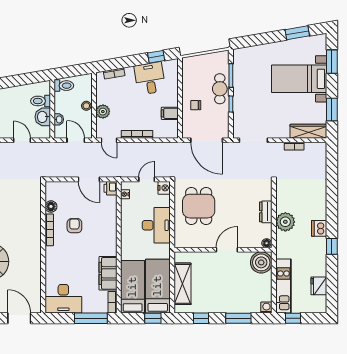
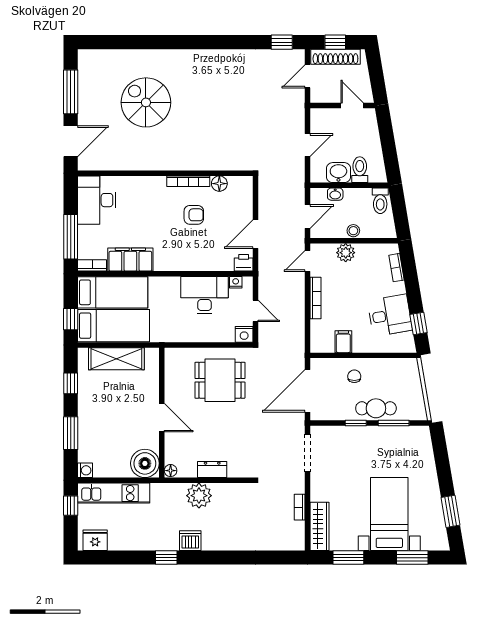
desk: (156, 225) -> (205, 295), moved, turned 180
fridge: (319, 286) -> (95, 540), moved

